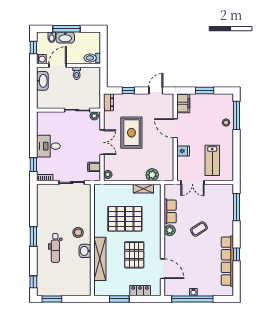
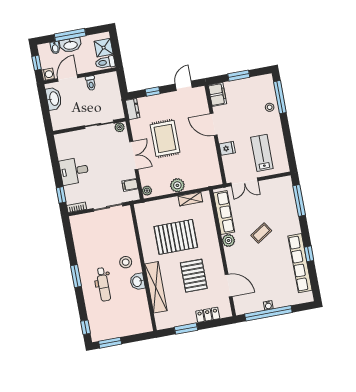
shower: (93, 45) -> (104, 48), added
lab bench: (212, 160) -> (262, 153), turned 180
plant: (152, 175) -> (177, 185), moved
row of seats: (170, 211) -> (224, 212), width x1.48

